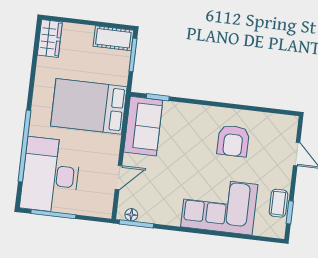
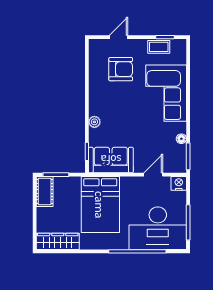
wardrobe: (50, 38) -> (58, 241), width x1.50
plant: (194, 111) -> (94, 122), added
armchair: (233, 141) -> (121, 69), moved
door: (119, 177) -> (153, 175), hinge flipped
nightstand: (104, 208) -> (179, 183), added
floor lamp: (131, 215) -> (181, 139), moved

